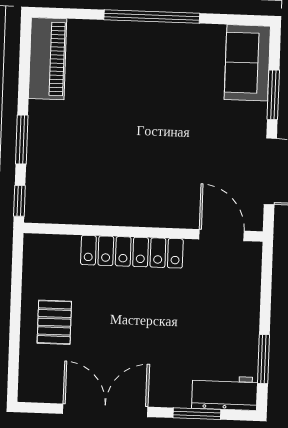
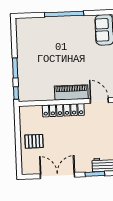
piano: (48, 59) -> (71, 92), moved, turned -90
pallet: (54, 322) -> (34, 141), turned 90

